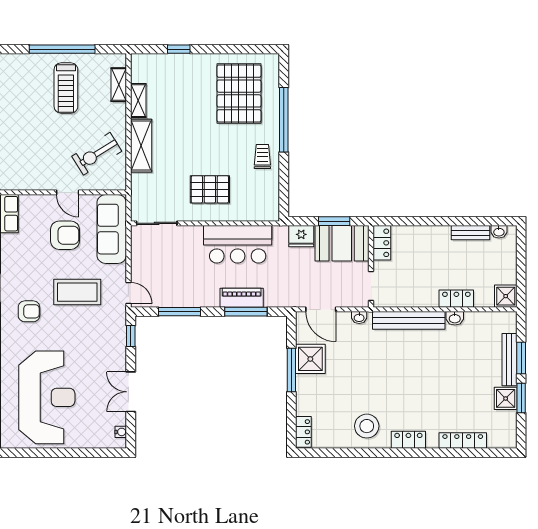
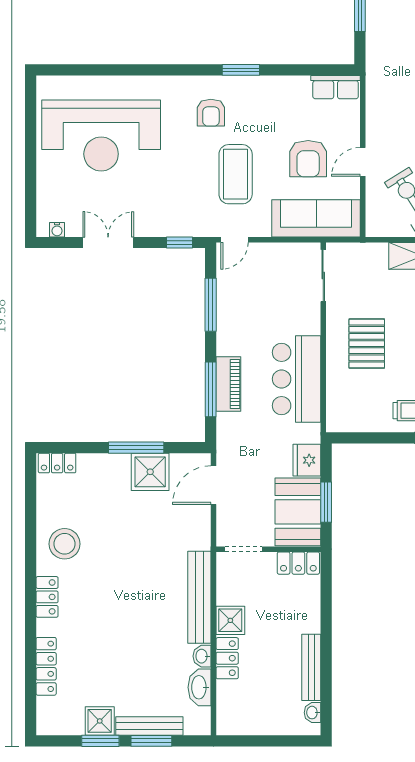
bench: (471, 233) -> (311, 667), width x1.36
shower: (506, 296) -> (230, 620), moved
washbasin: (359, 318) -> (200, 687), moved, width x1.91, depth x1.45

